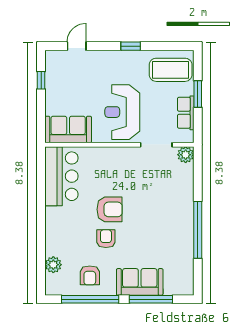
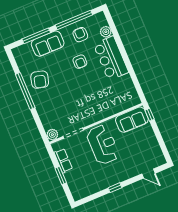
door: (77, 46) -> (148, 174), hinge flipped
coffee table: (171, 70) -> (84, 183), removed
window: (41, 80) -> (150, 115), moved
bar counter: (61, 176) -> (111, 58), moved
armchair: (110, 209) -> (40, 80), moved, turned -75

